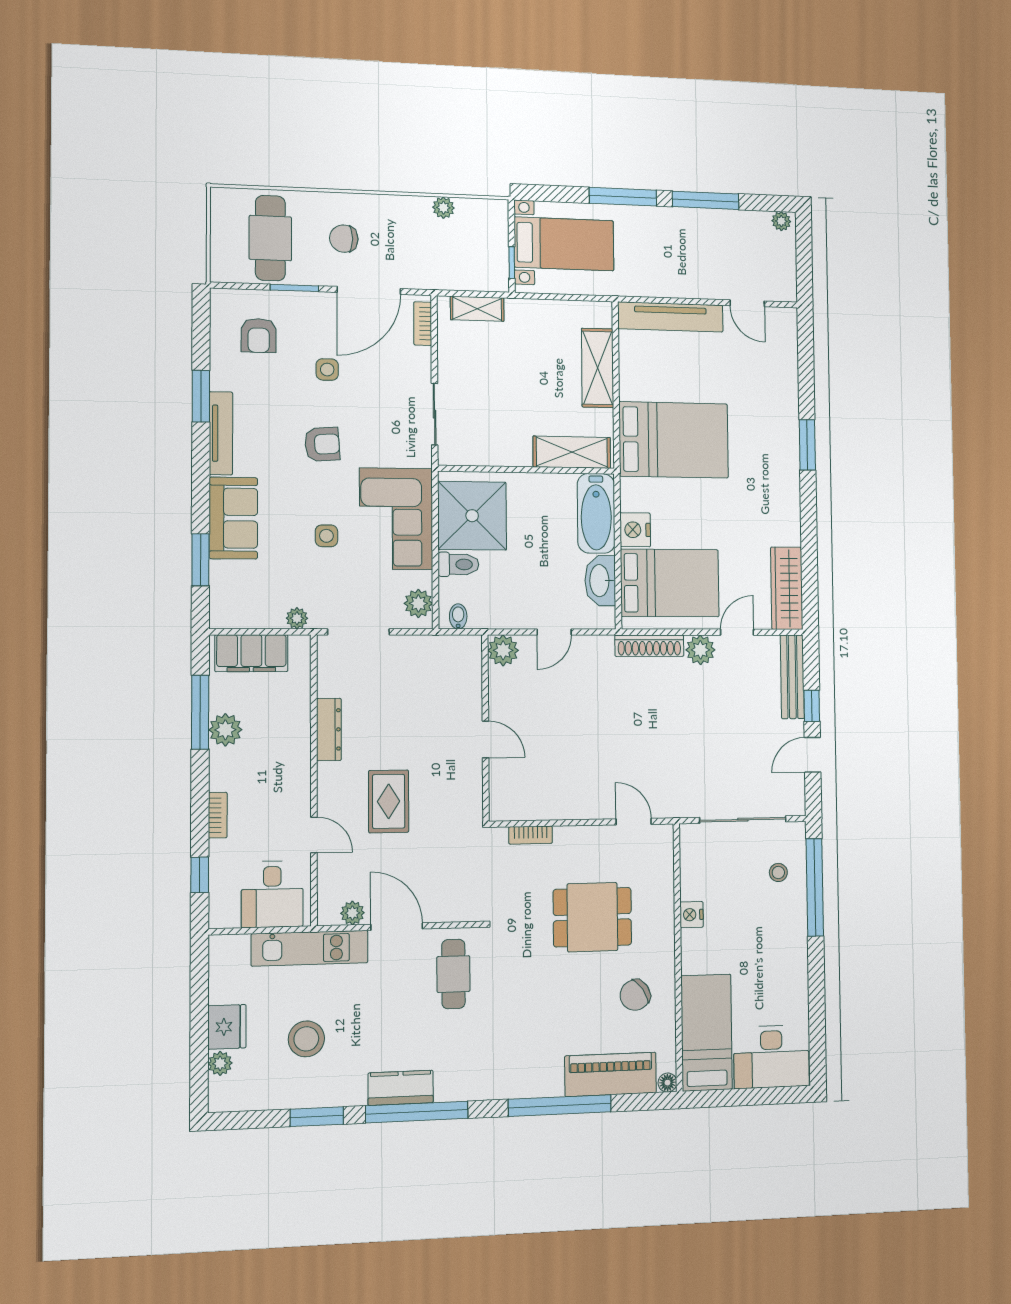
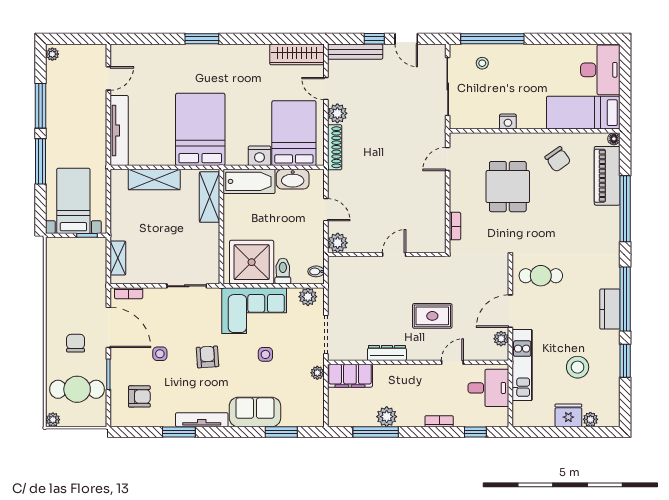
plant: (443, 208) -> (53, 420), moved
chair: (344, 239) -> (76, 343), turned 180
filing cabinet: (251, 653) -> (350, 376), moved, turned 90

